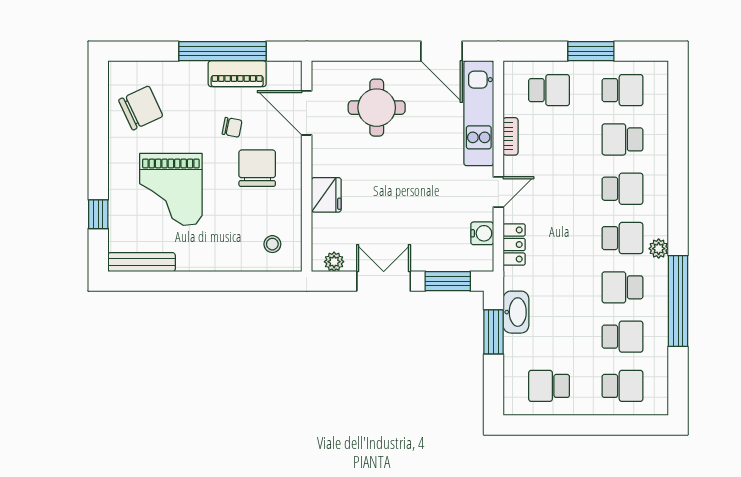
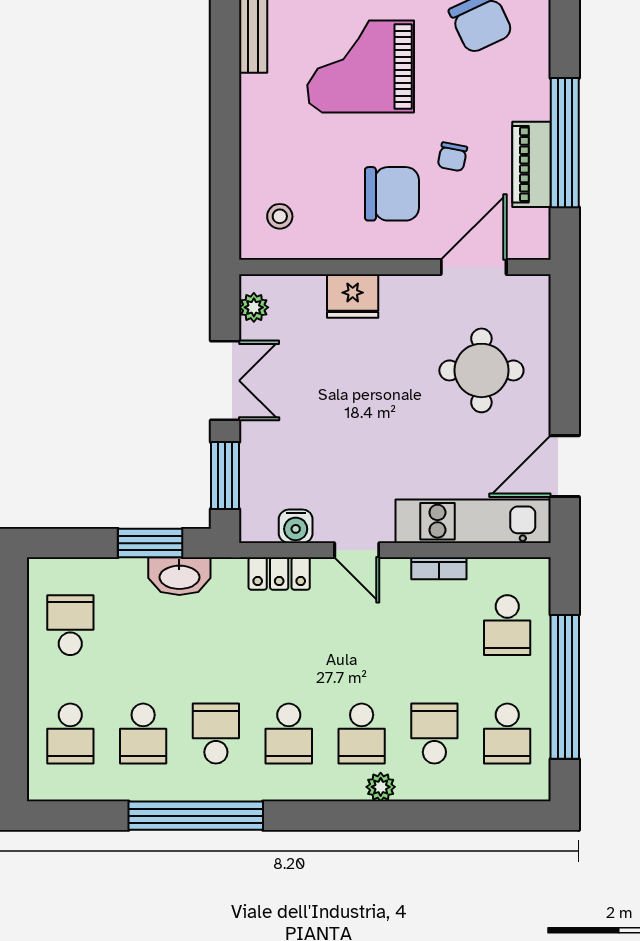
window: (591, 51) -> (565, 687), width x2.11
plant: (659, 249) -> (381, 787), moved

